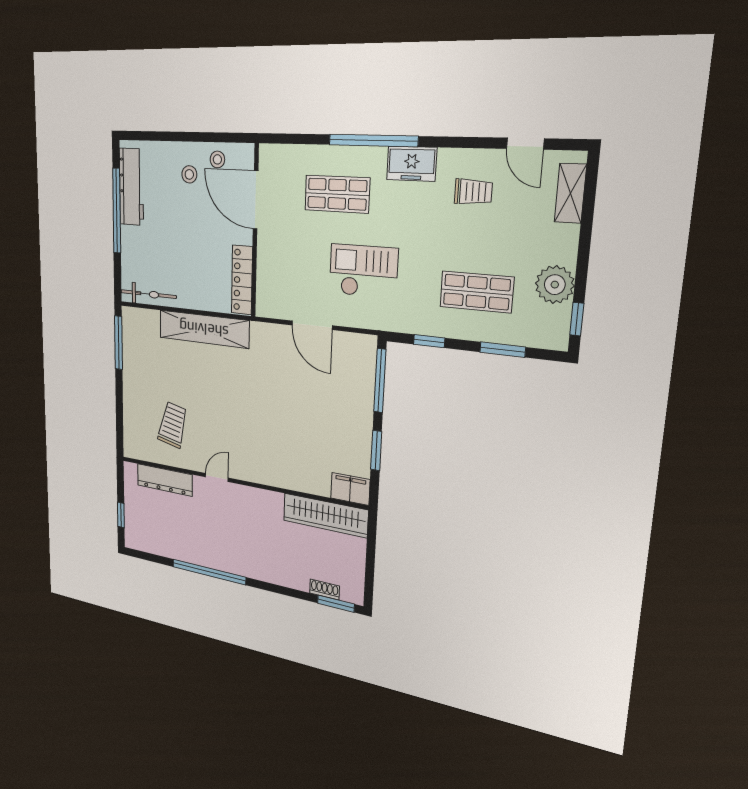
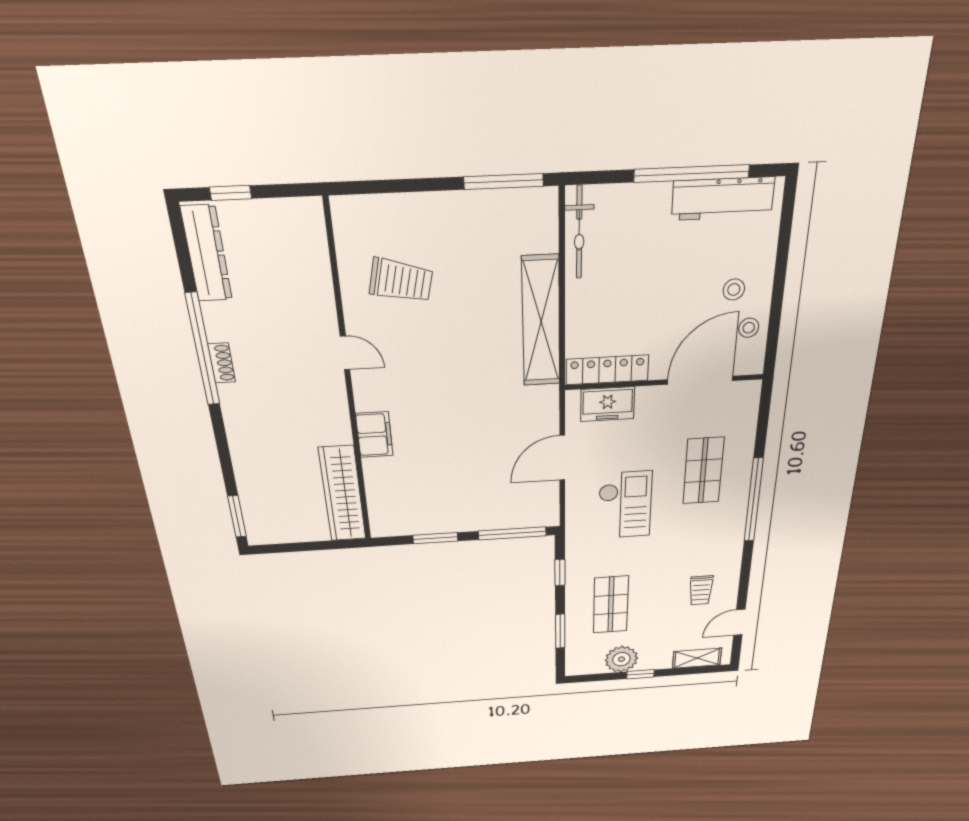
freezer: (412, 164) -> (608, 404), moved, turned -90
window: (577, 319) -> (640, 674), moved
dresser: (165, 480) -> (207, 254), moved, turned 180
filing cabinet: (350, 489) -> (374, 435), moved
shoe rack: (324, 589) -> (222, 363), moved

